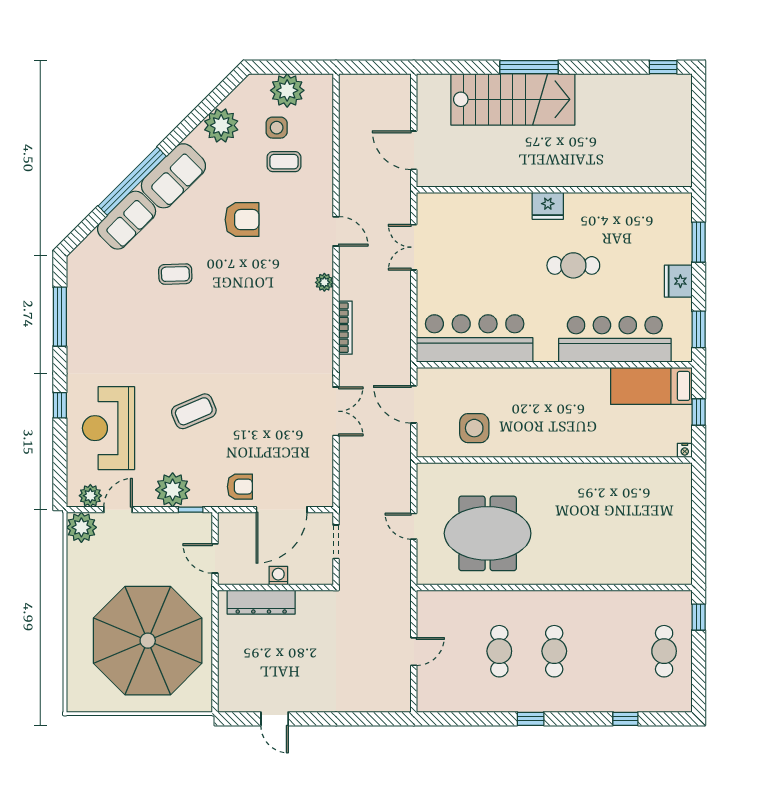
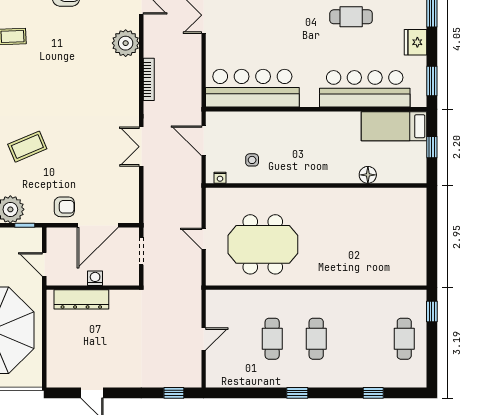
cafe table: (573, 265) -> (351, 17), moved
plant: (324, 282) -> (126, 43), width x1.87, depth x1.87
double door: (336, 411) -> (141, 147), swing flipped
side table: (474, 428) -> (252, 160), width x0.54, depth x0.54
floor lamp: (619, 447) -> (368, 175), added
nightstand: (685, 450) -> (220, 178), moved
window: (377, 719) -> (174, 393), added

